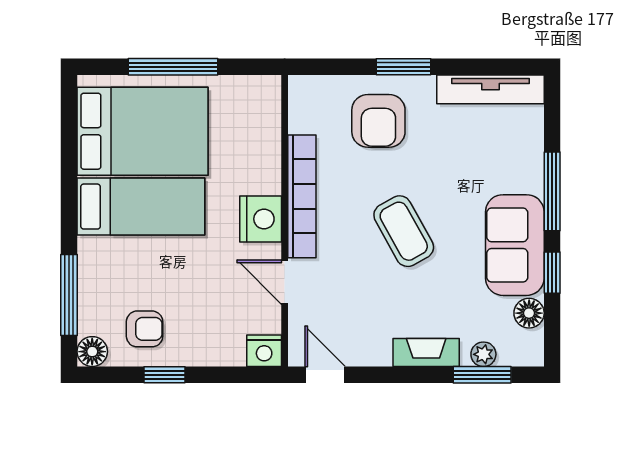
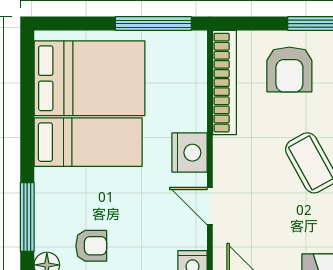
window: (173, 67) -> (153, 24), moved
bookcase: (302, 196) -> (224, 83), moved

